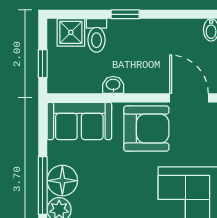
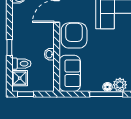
window: (43, 64) -> (25, 94), moved
floor lamp: (62, 181) -> (107, 87), width x0.53, depth x0.53

